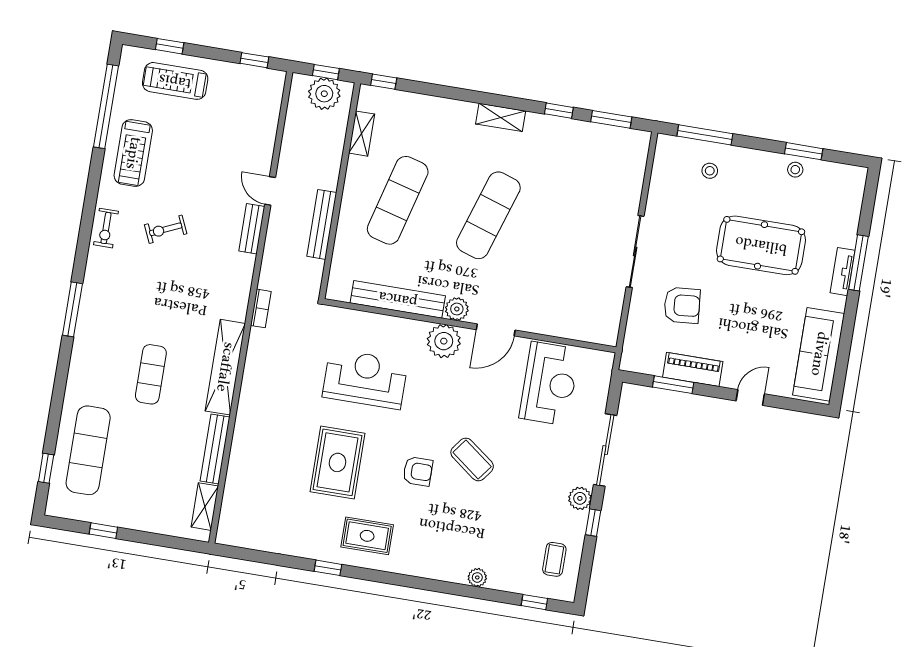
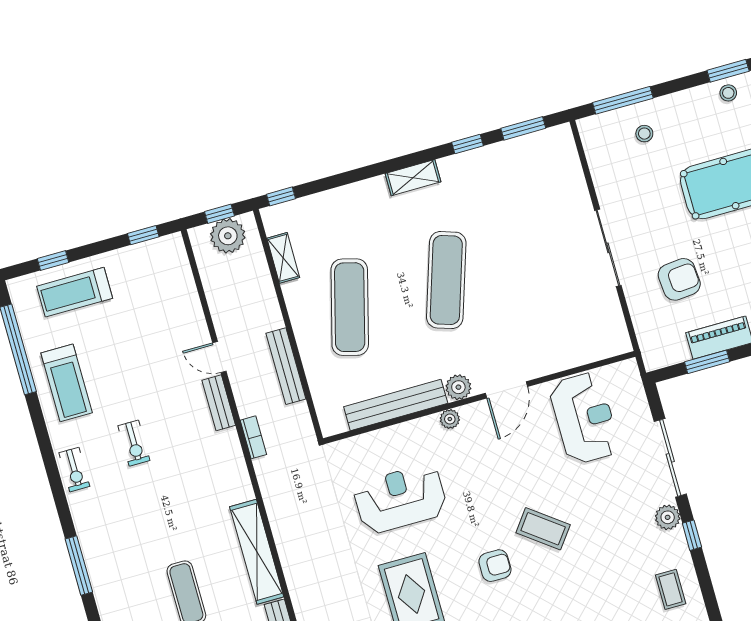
exercise bike: (166, 229) -> (134, 443), turned -66
bookcase: (261, 308) -> (253, 437), moved
plant: (444, 341) -> (450, 419), width x0.53, depth x0.53

